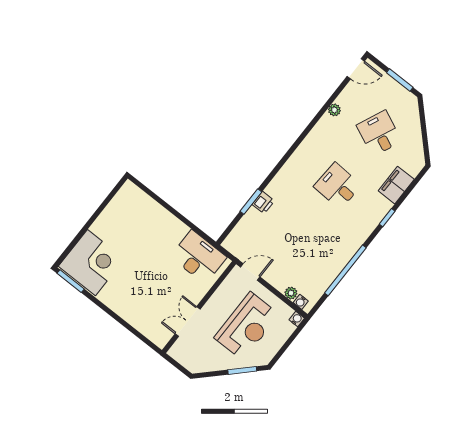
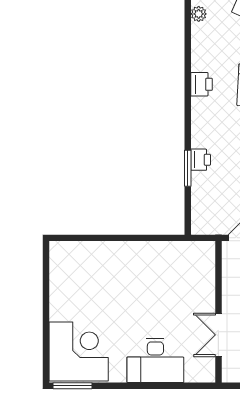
printer: (301, 156) -> (201, 84), added
desk: (198, 257) -> (155, 360), moved, turned 180

